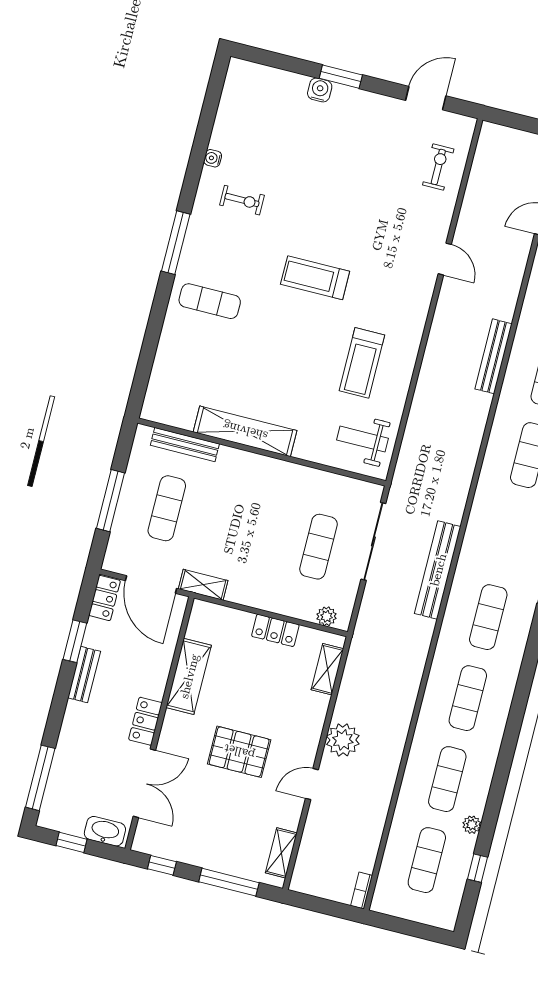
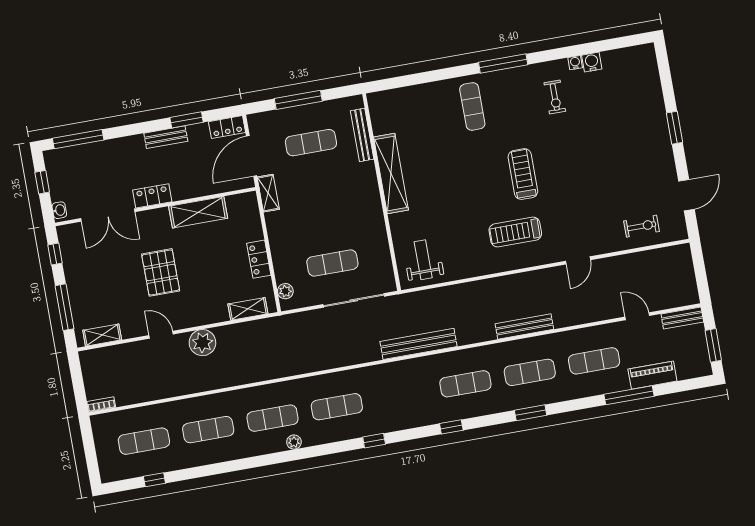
water cooler: (320, 90) -> (592, 62), moved, turned -90
door: (426, 98) -> (686, 195), hinge flipped
treadmill: (362, 363) -> (515, 232), moved
bench: (438, 570) -> (419, 344), moved
plant: (472, 825) -> (294, 442), moved
washbasin: (105, 831) -> (59, 210), width x0.52, depth x0.69

